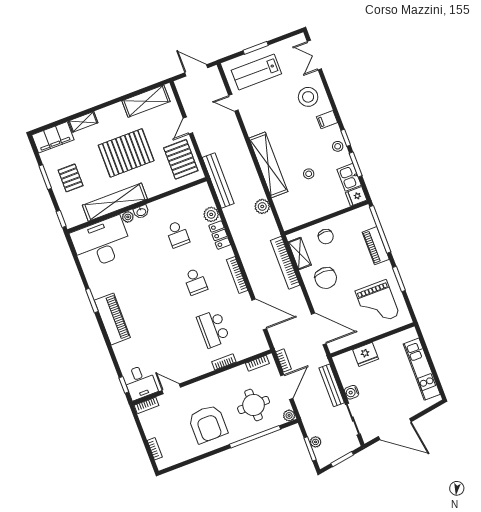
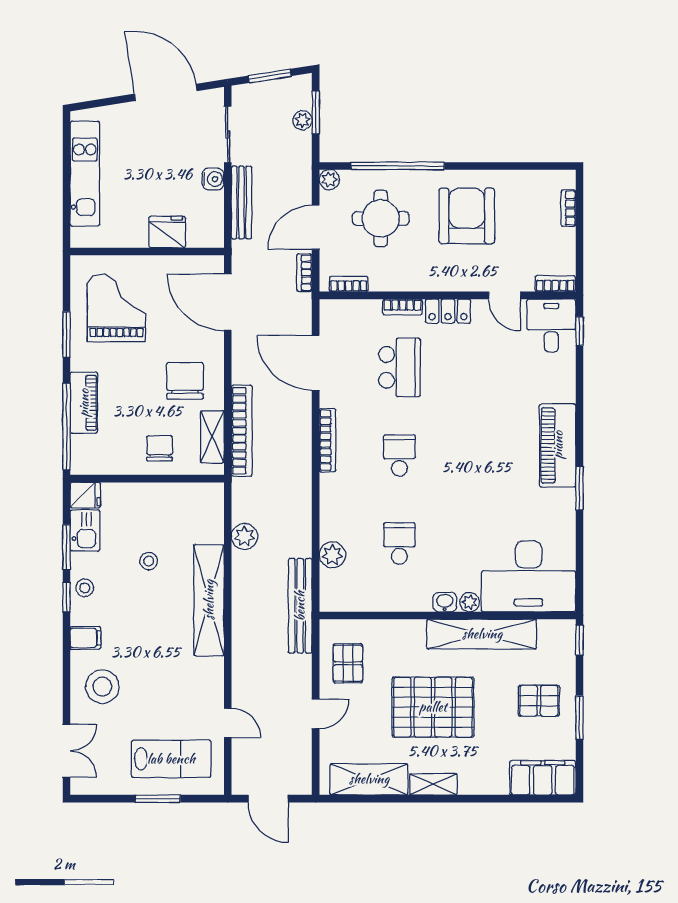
shelving: (83, 122) -> (434, 784), moved
pallet: (181, 159) -> (348, 663), width x0.67, depth x0.71
pallet: (71, 178) -> (539, 701), turned 90
locker: (220, 235) -> (448, 311), moved, turned 90

